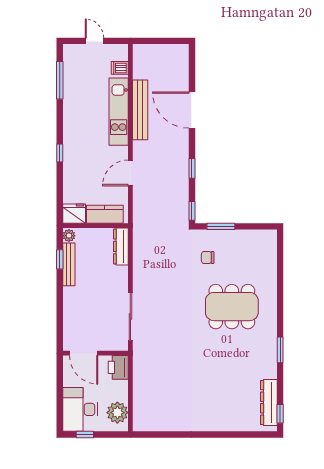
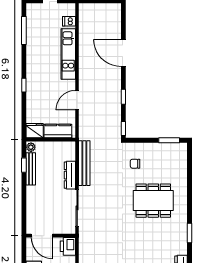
bench: (140, 110) -> (84, 163), moved
window: (221, 226) -> (169, 140), moved
dresser: (121, 246) -> (70, 175), moved

